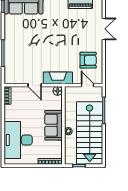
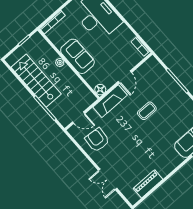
coffee table: (40, 51) -> (147, 111), added
armchair: (88, 60) -> (97, 140), turned 95
door: (35, 85) -> (125, 77), swing flipped
stairs: (90, 133) -> (36, 81), width x0.73, depth x0.66

